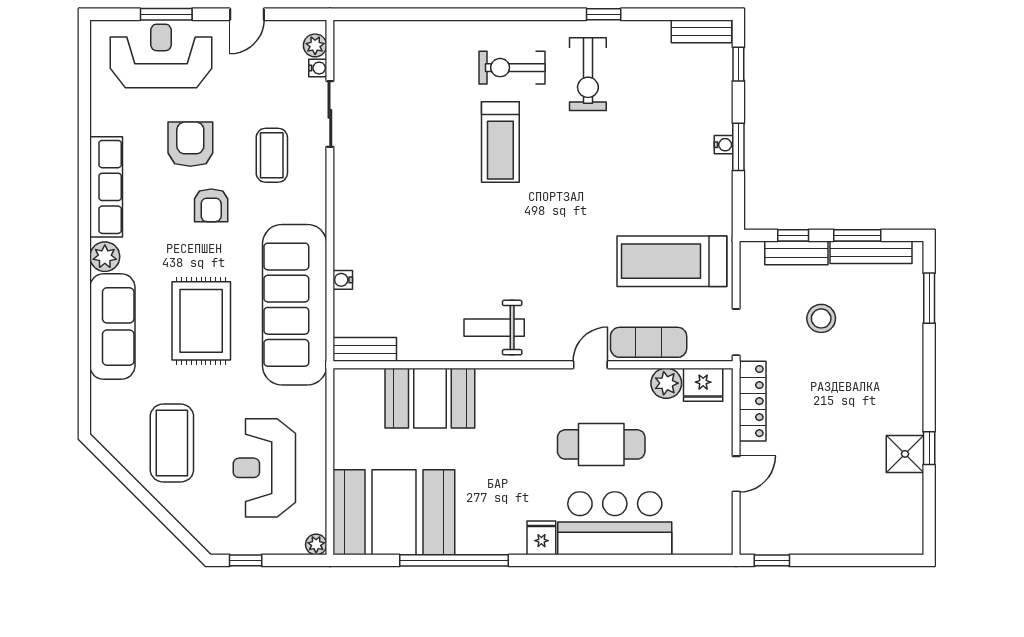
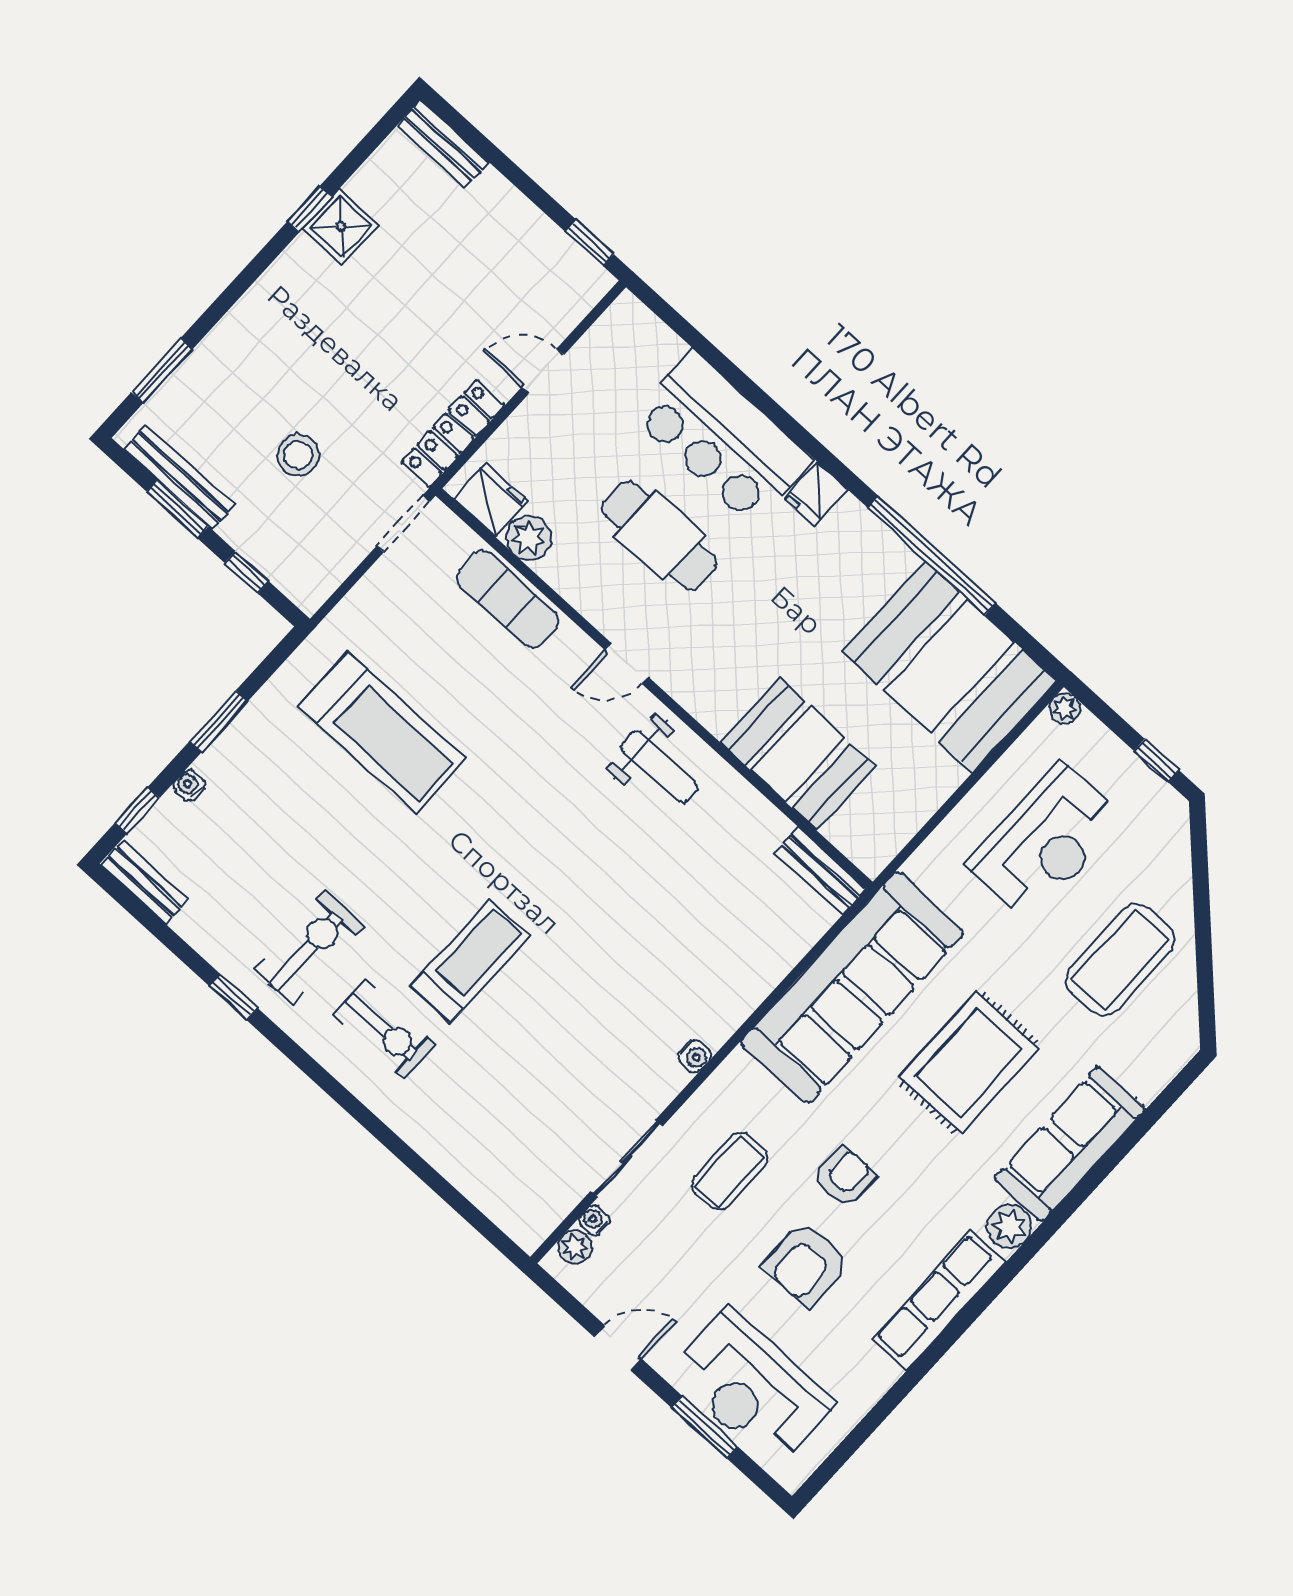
water cooler: (724, 145) -> (189, 785), moved
bench: (796, 253) -> (443, 144), moved
treadmill: (672, 261) -> (382, 733), moved
water cooler: (343, 280) -> (695, 1056), moved
door: (590, 365) -> (627, 664), moved

